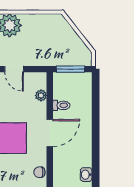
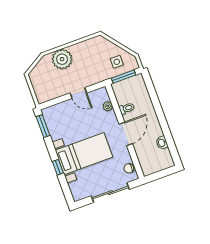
side table: (69, 50) -> (117, 62), added
washbasin: (86, 175) -> (162, 143), moved

